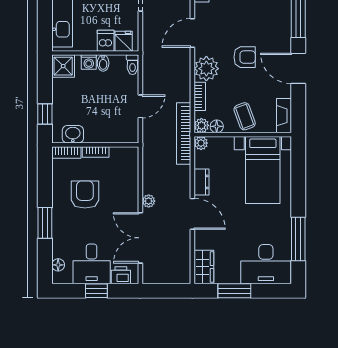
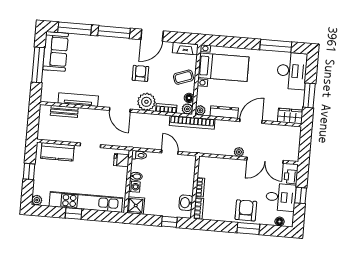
dishwasher: (106, 41) -> (120, 173), removed
dresser: (201, 182) -> (224, 112), width x1.44
armchair: (85, 195) -> (246, 210), moved, turned 90

